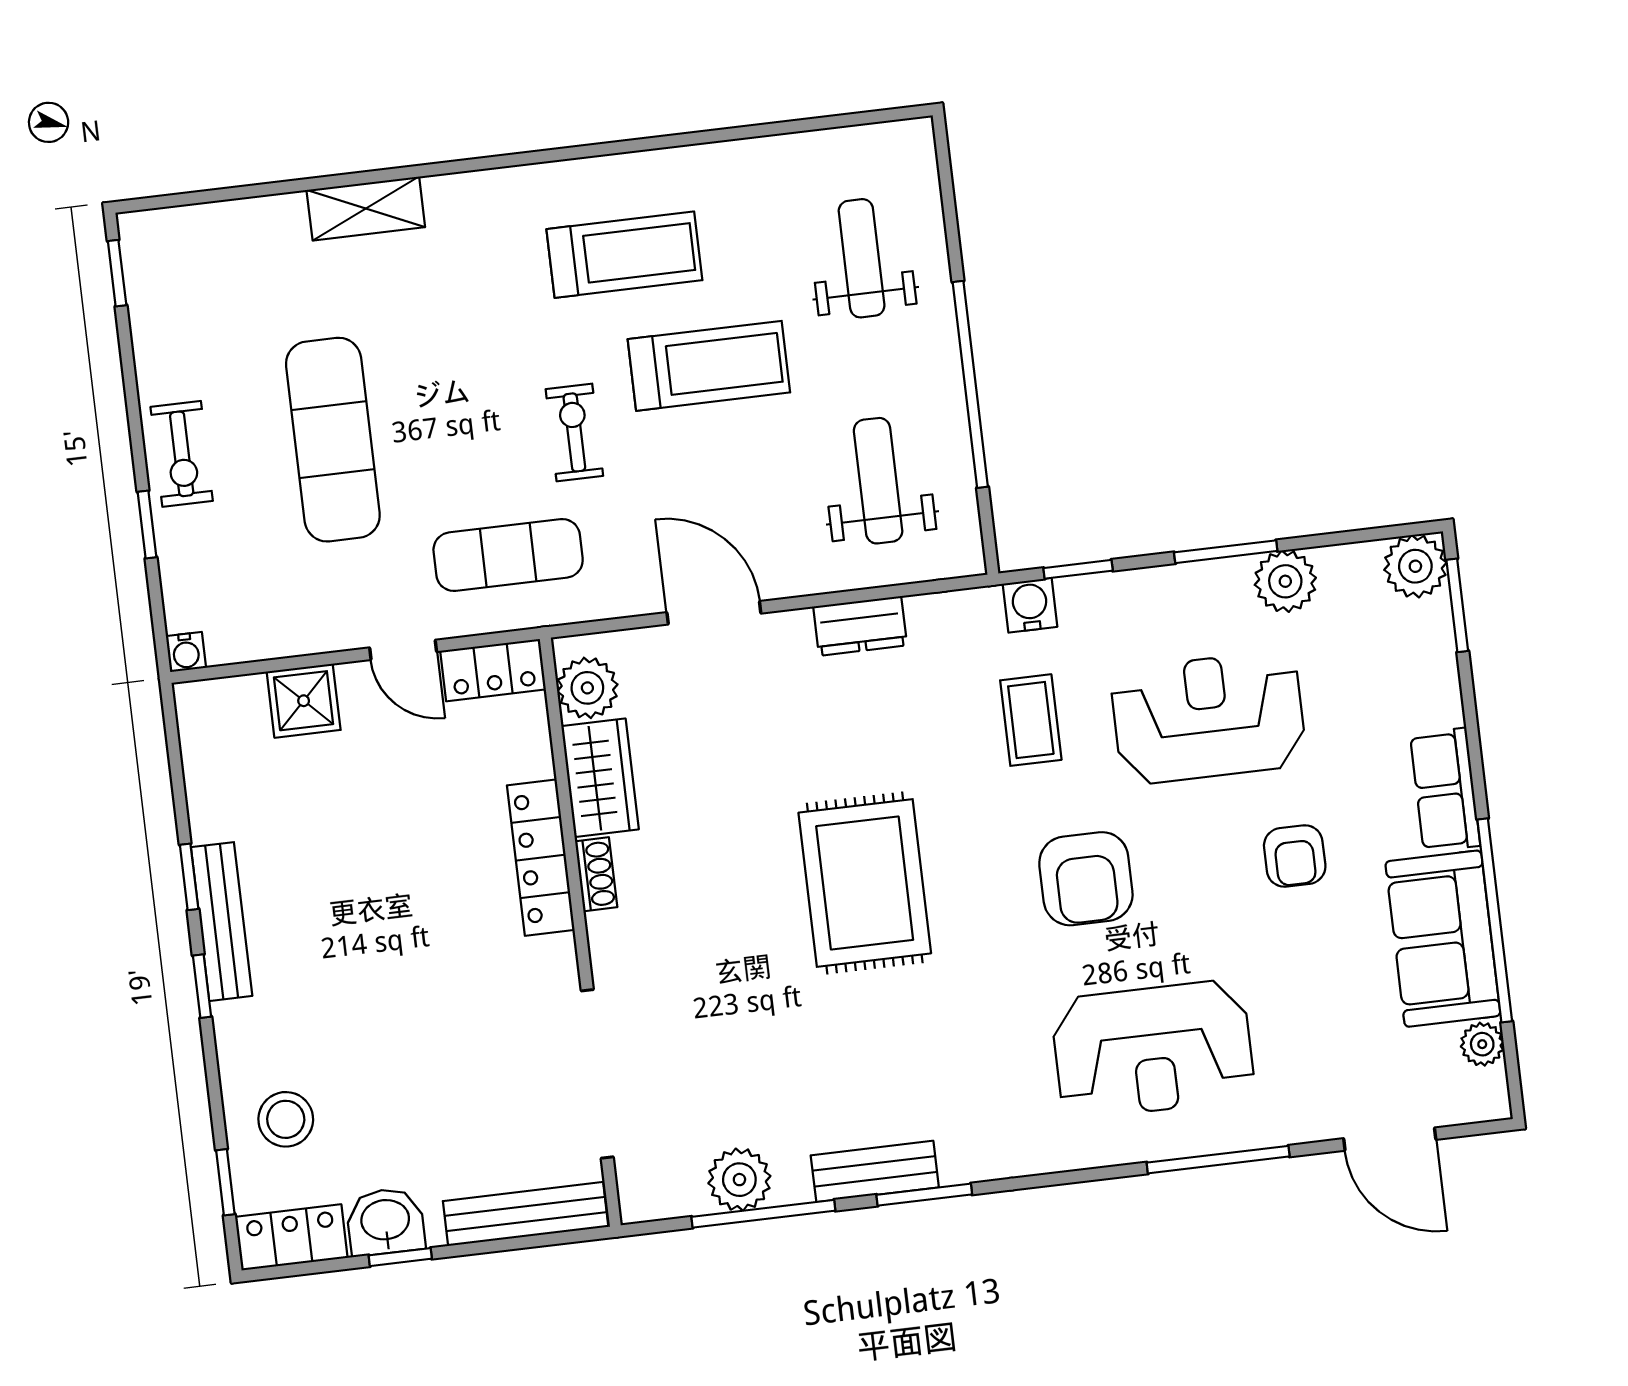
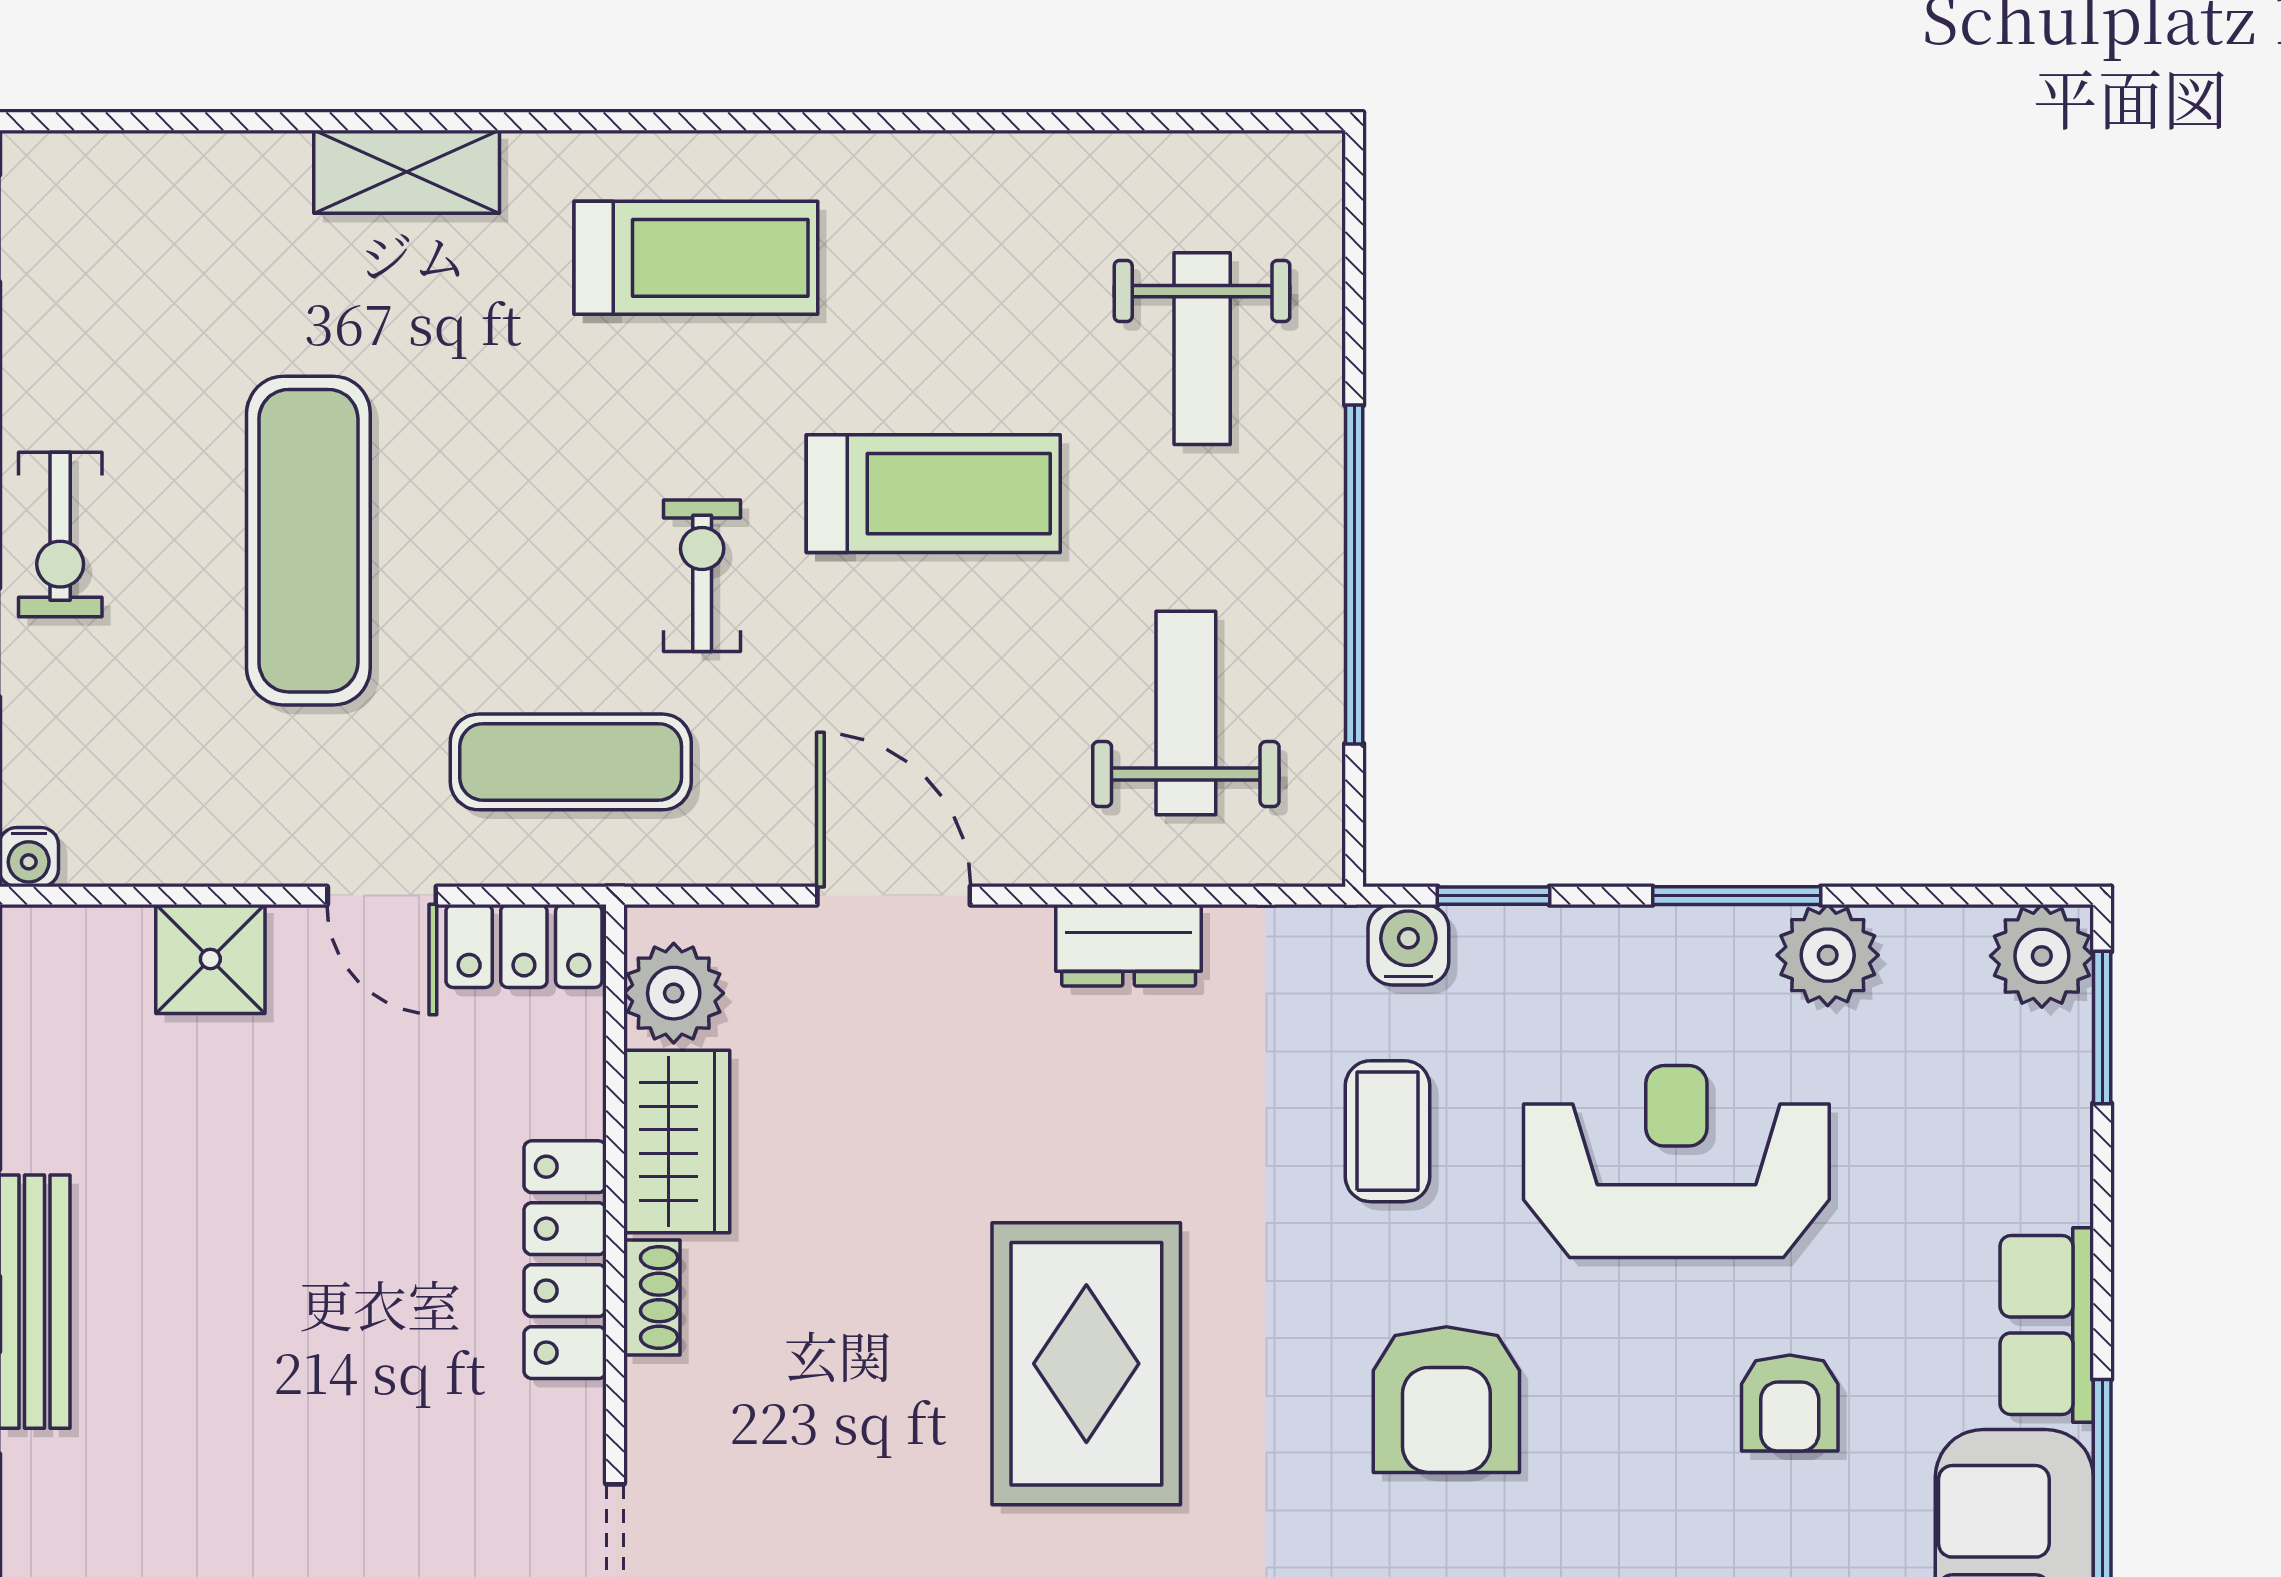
treadmill: (624, 255) -> (696, 258), moved
weight bench: (862, 258) -> (1202, 349), turned 180

